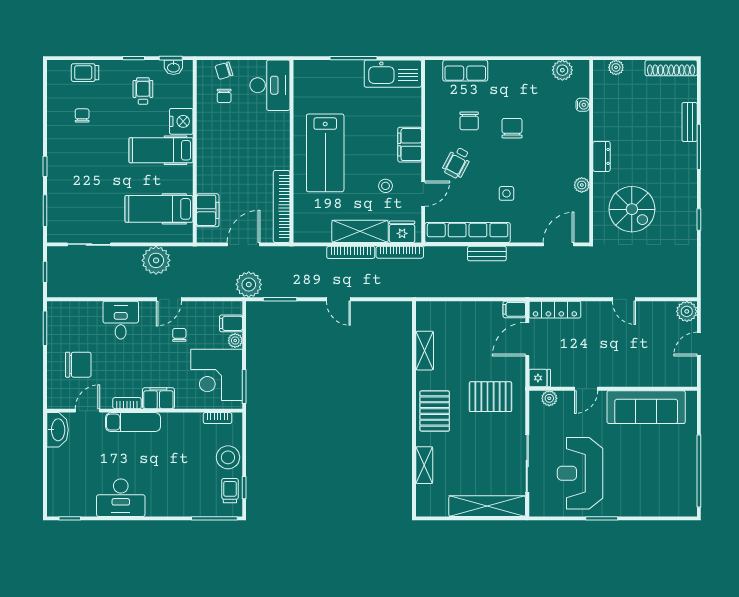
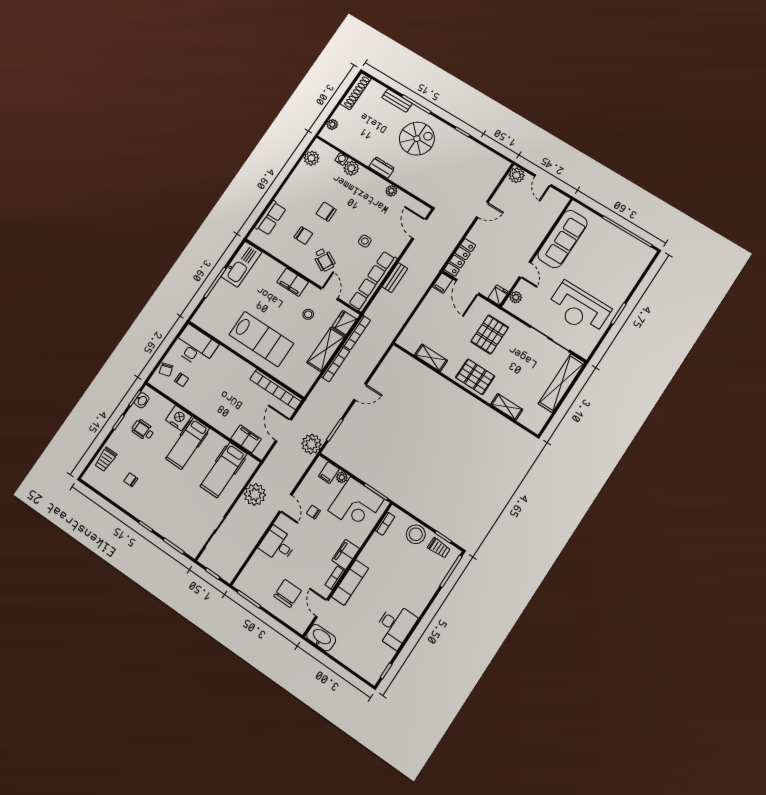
plant: (579, 123) -> (351, 168), added
spiral stairs: (632, 209) -> (417, 139), moved
trolley: (230, 491) -> (439, 548), turned 180

